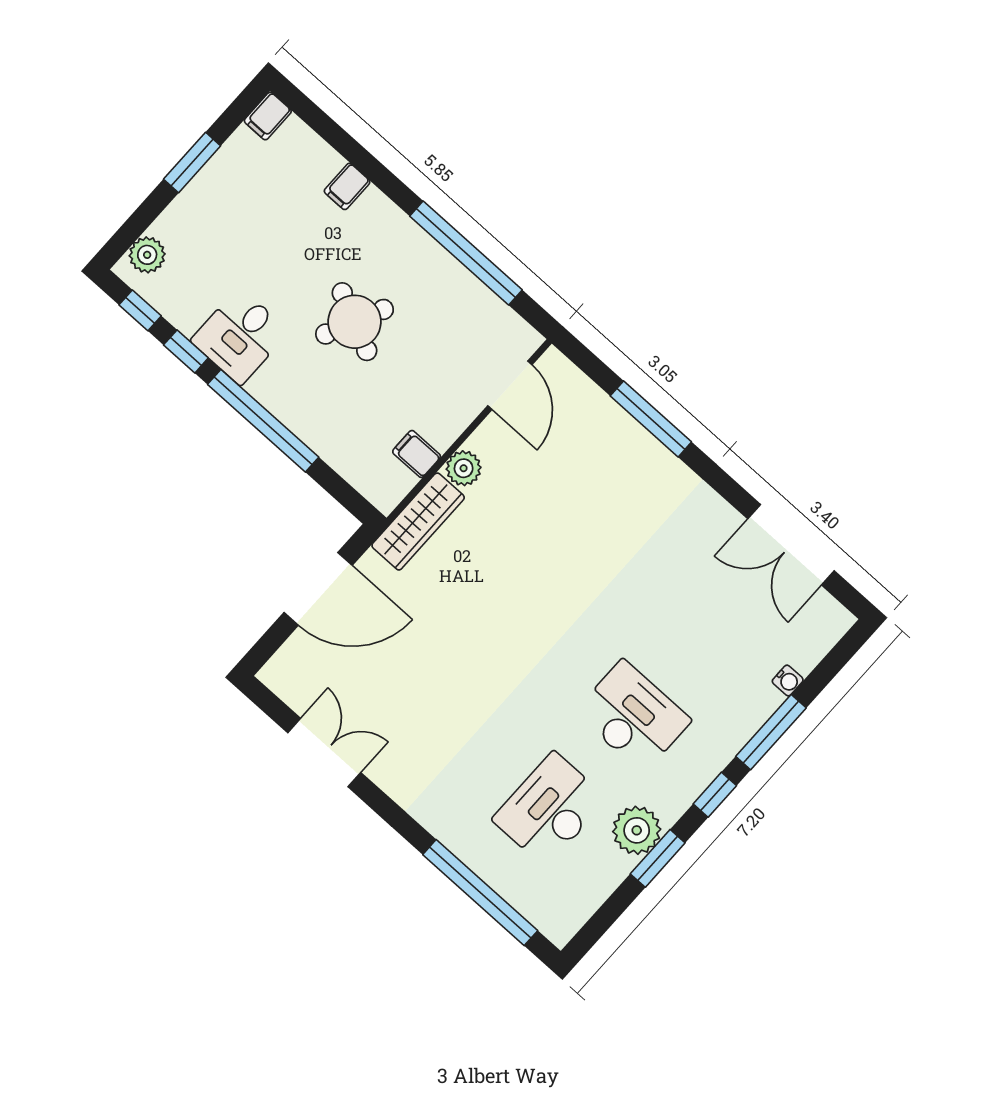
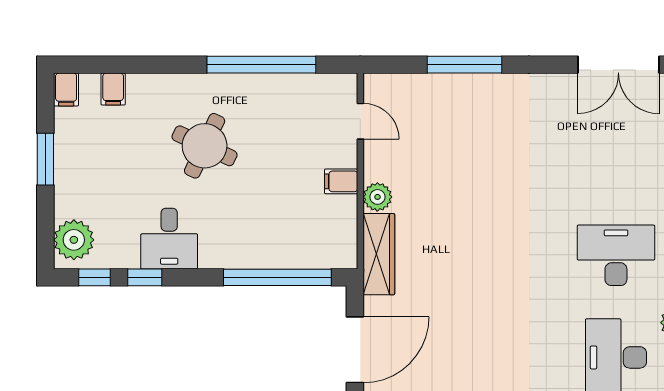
filing cabinet: (347, 186) -> (113, 89), moved
plant: (147, 255) -> (74, 240), width x1.36, depth x1.36
round table: (355, 322) -> (205, 146), moved
door: (510, 385) -> (360, 121), width x0.73
window: (263, 421) -> (277, 277), moved
filing cabinet: (417, 454) -> (341, 181), moved

